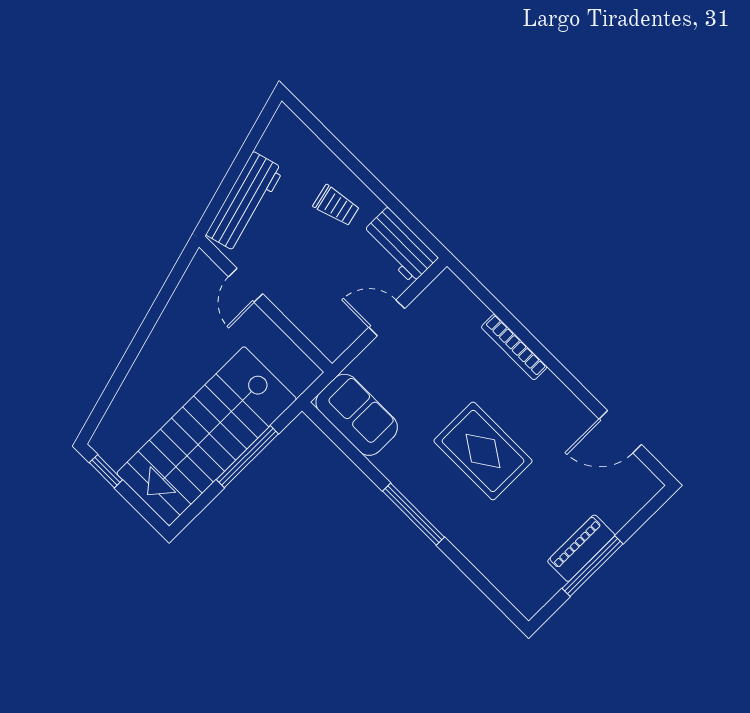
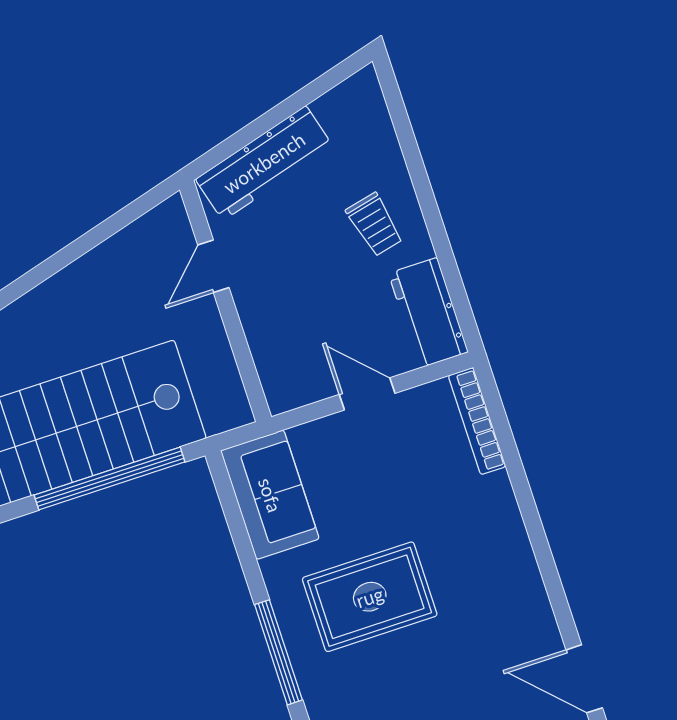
bookcase: (514, 347) -> (477, 421), moved
rug: (483, 451) -> (370, 597), moved, turned 90
window: (247, 457) -> (109, 479), width x1.46

